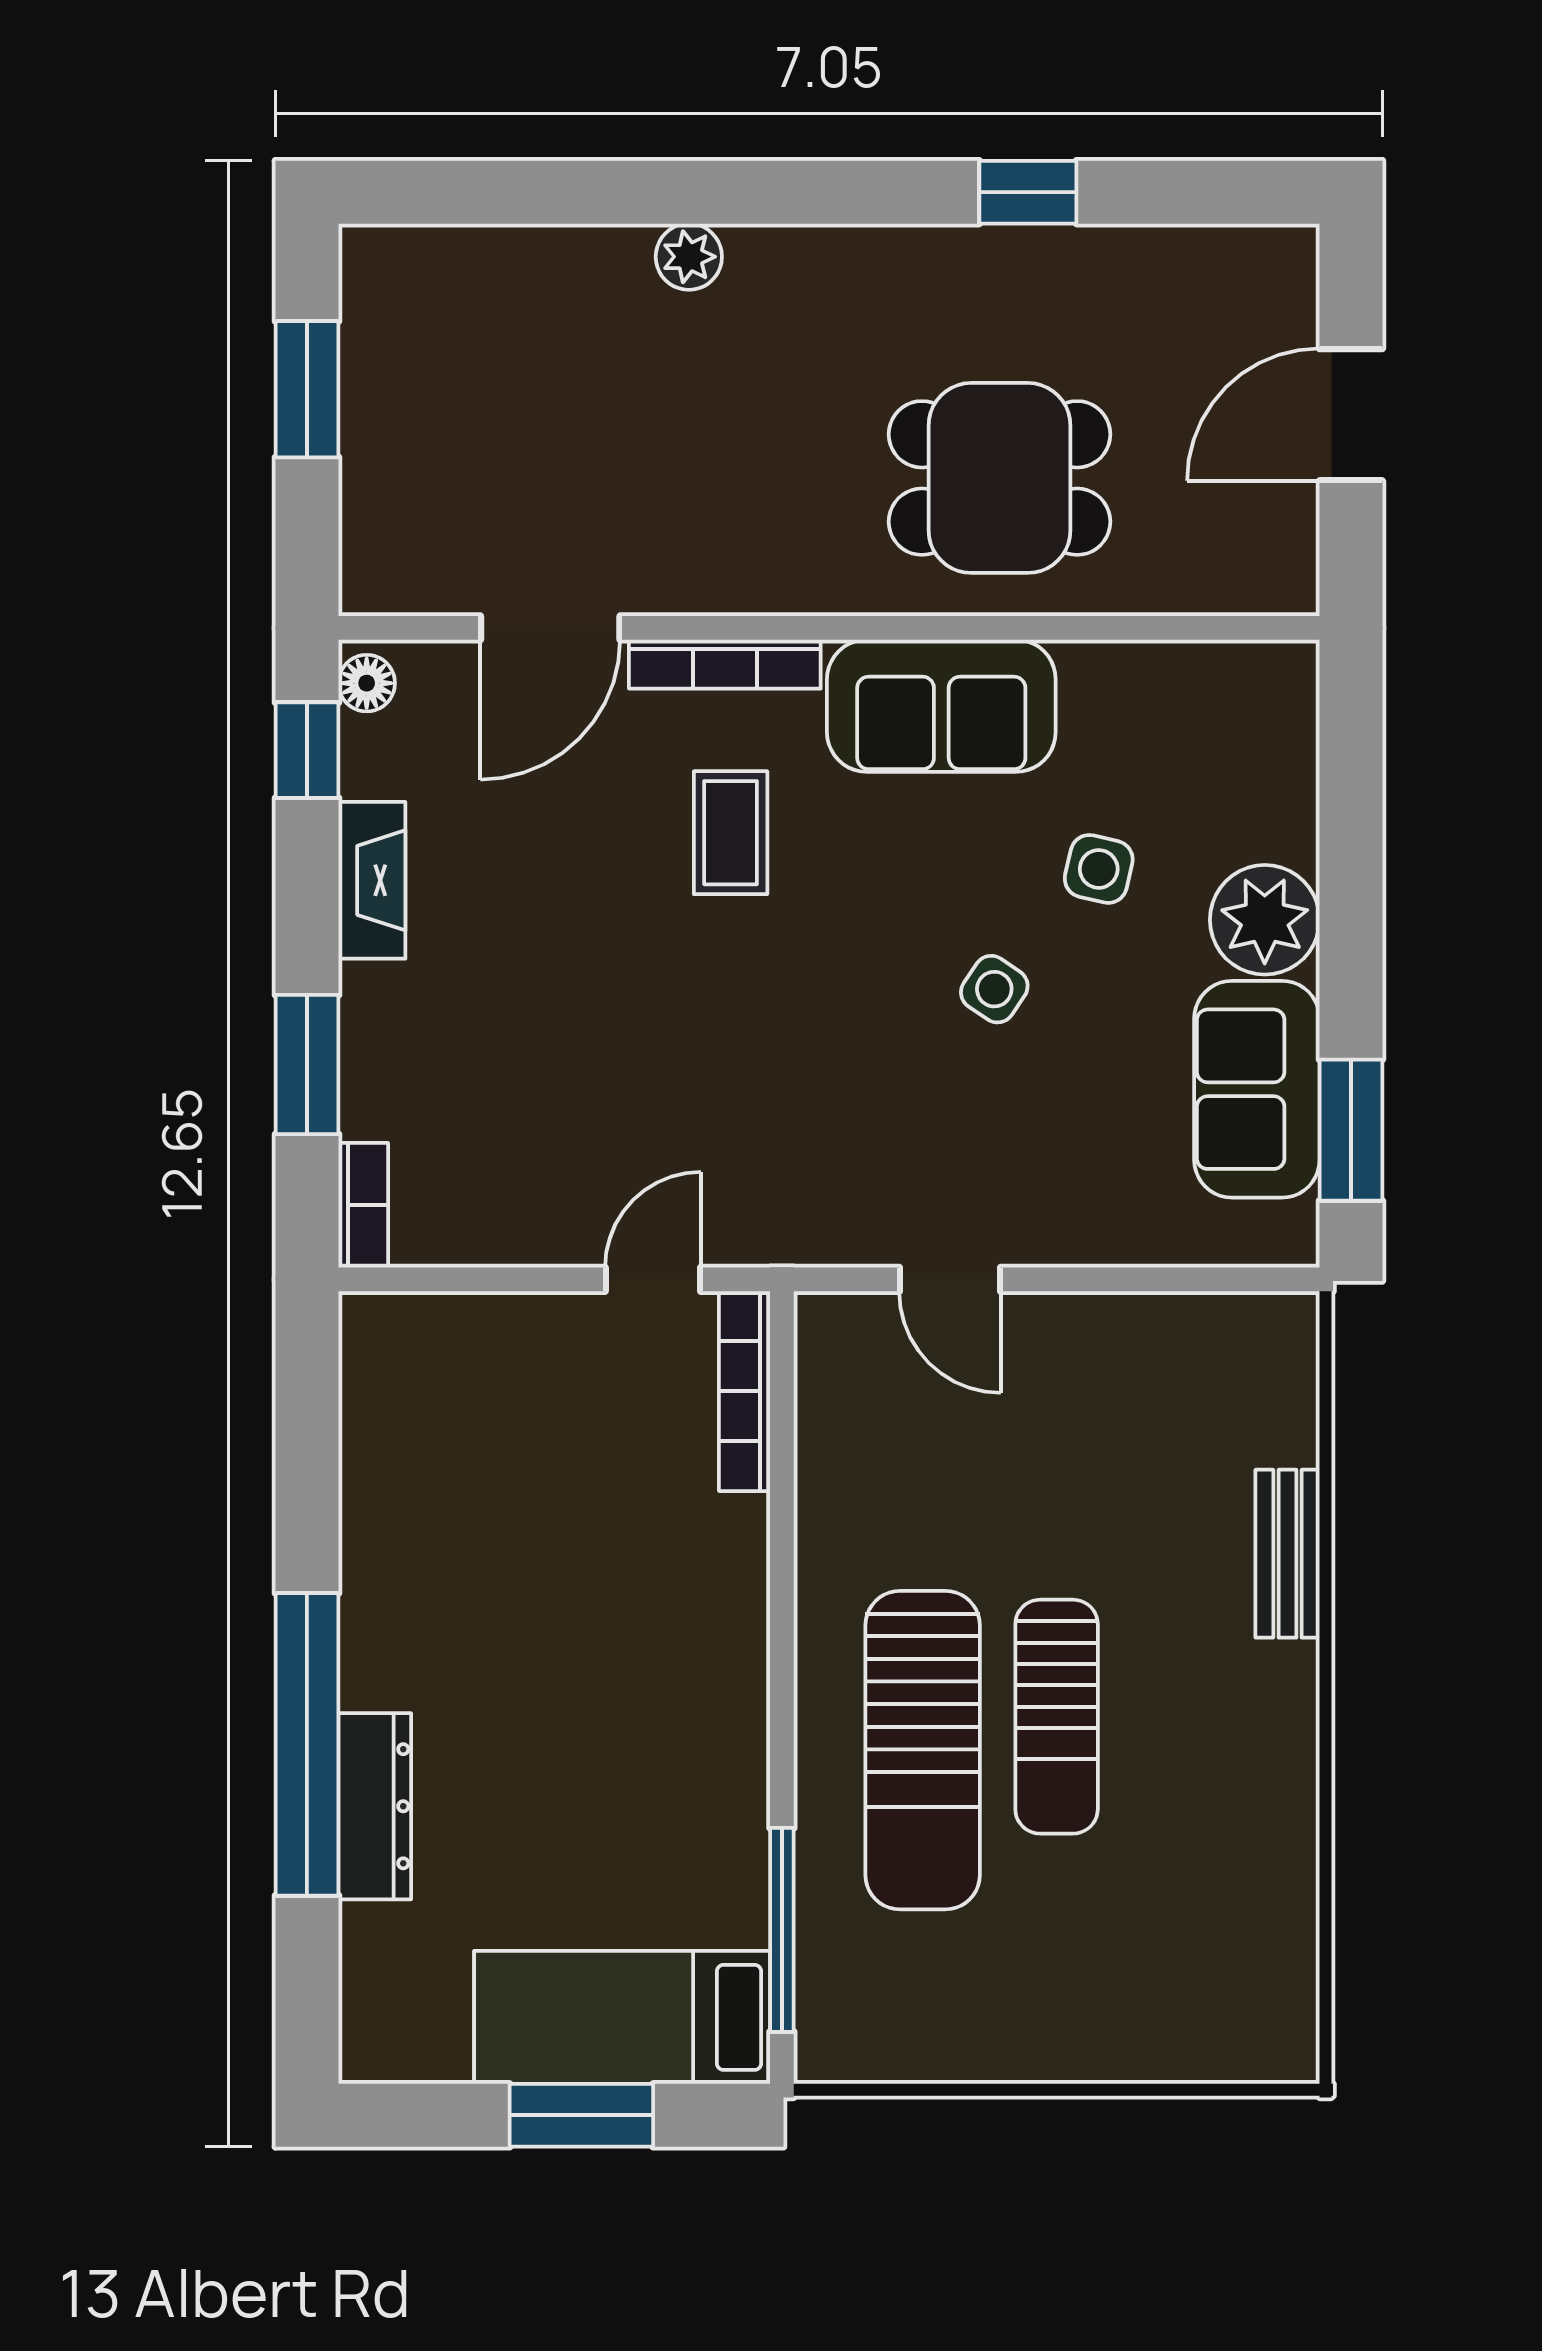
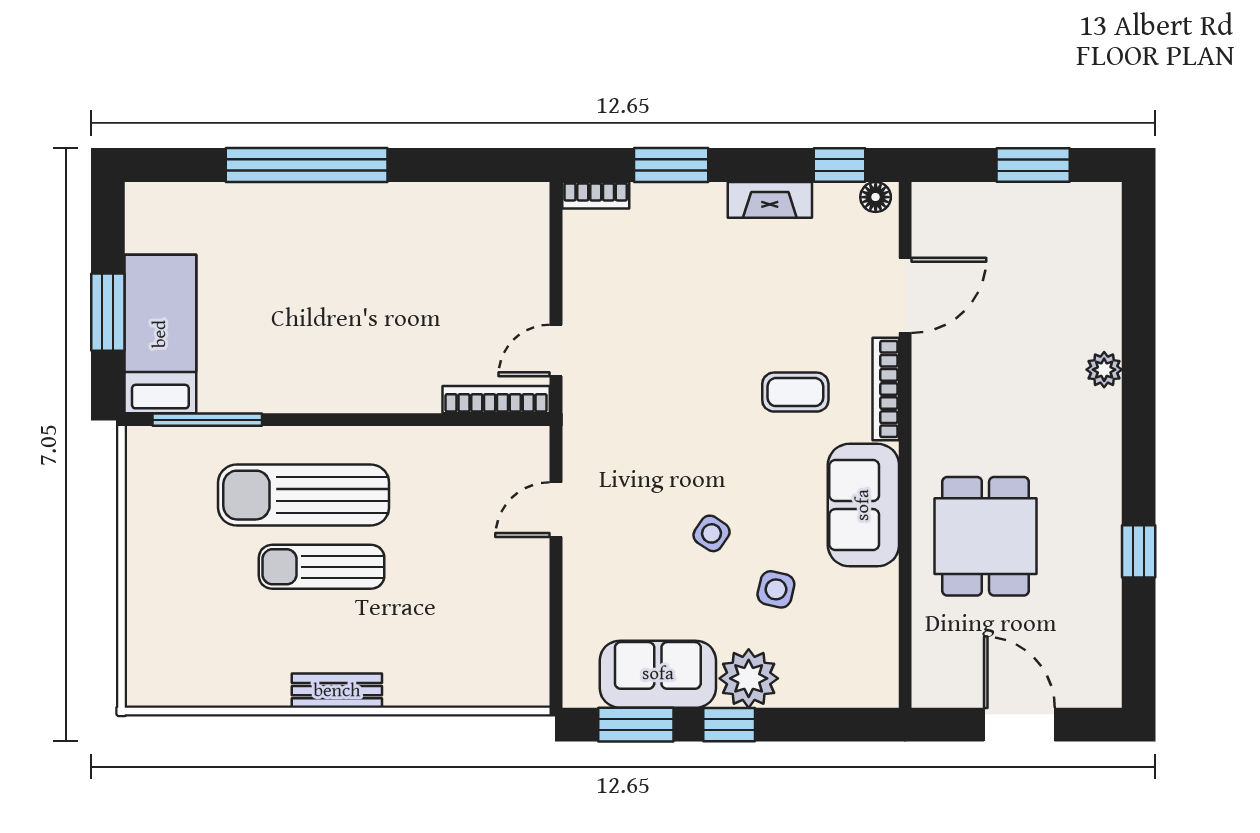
door: (550, 628) -> (905, 295), swing flipped
window: (1351, 956) -> (729, 725), added
door: (653, 1279) -> (556, 350), swing flipped
bench: (1287, 1554) -> (337, 691), moved
dresser: (375, 1806) -> (274, 201), removed

